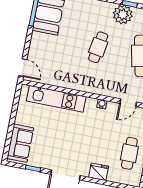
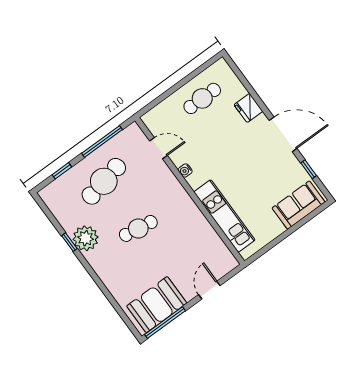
door: (23, 68) -> (209, 290), moved

